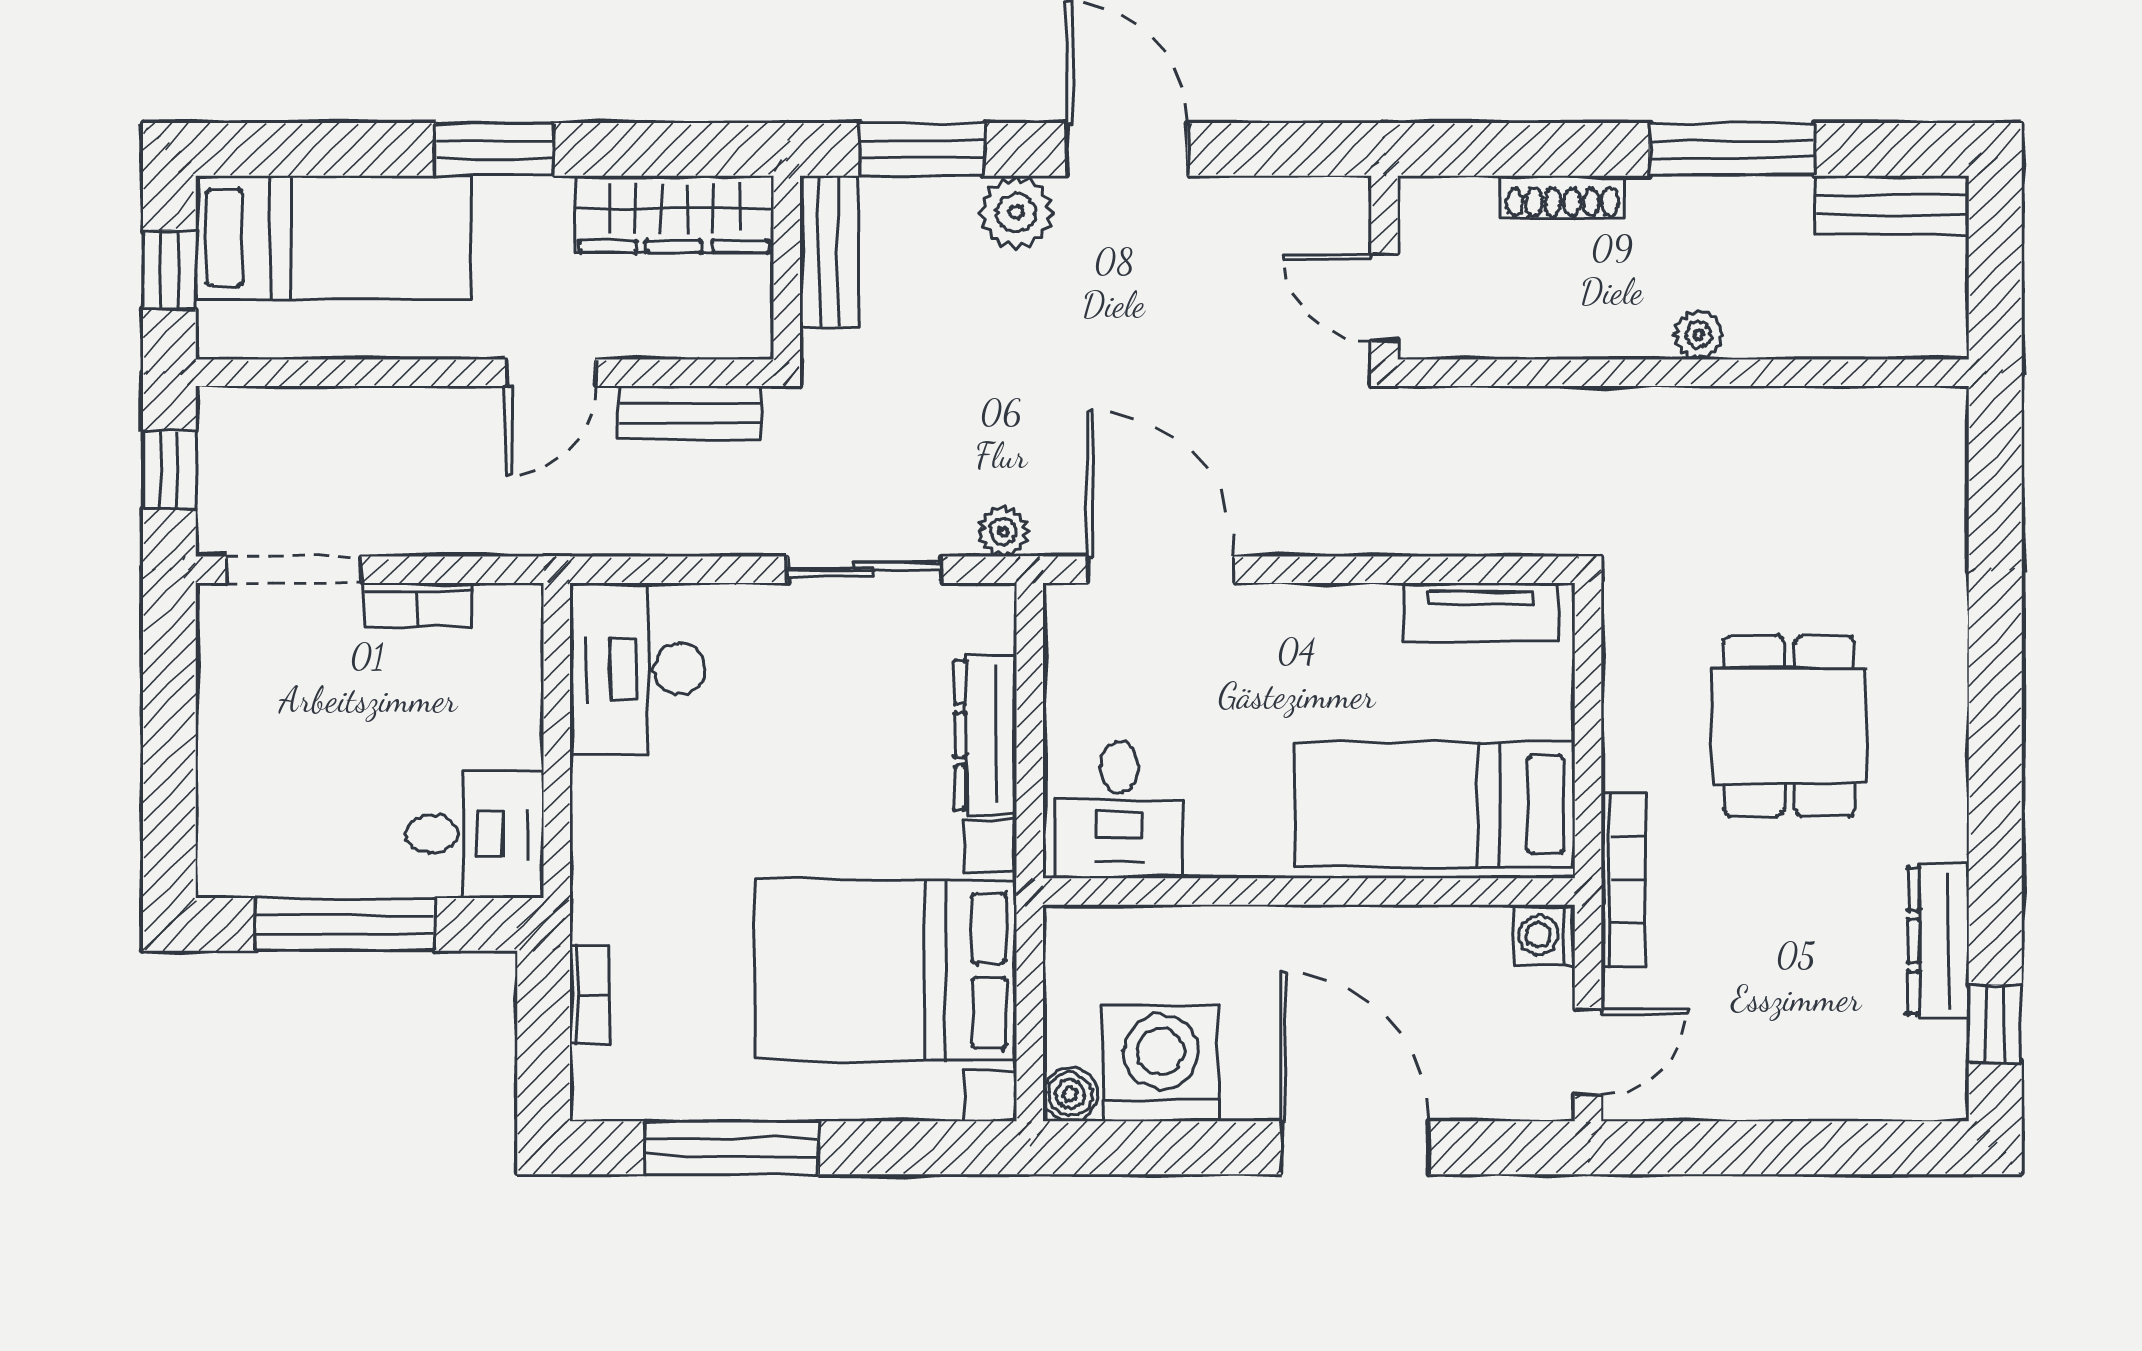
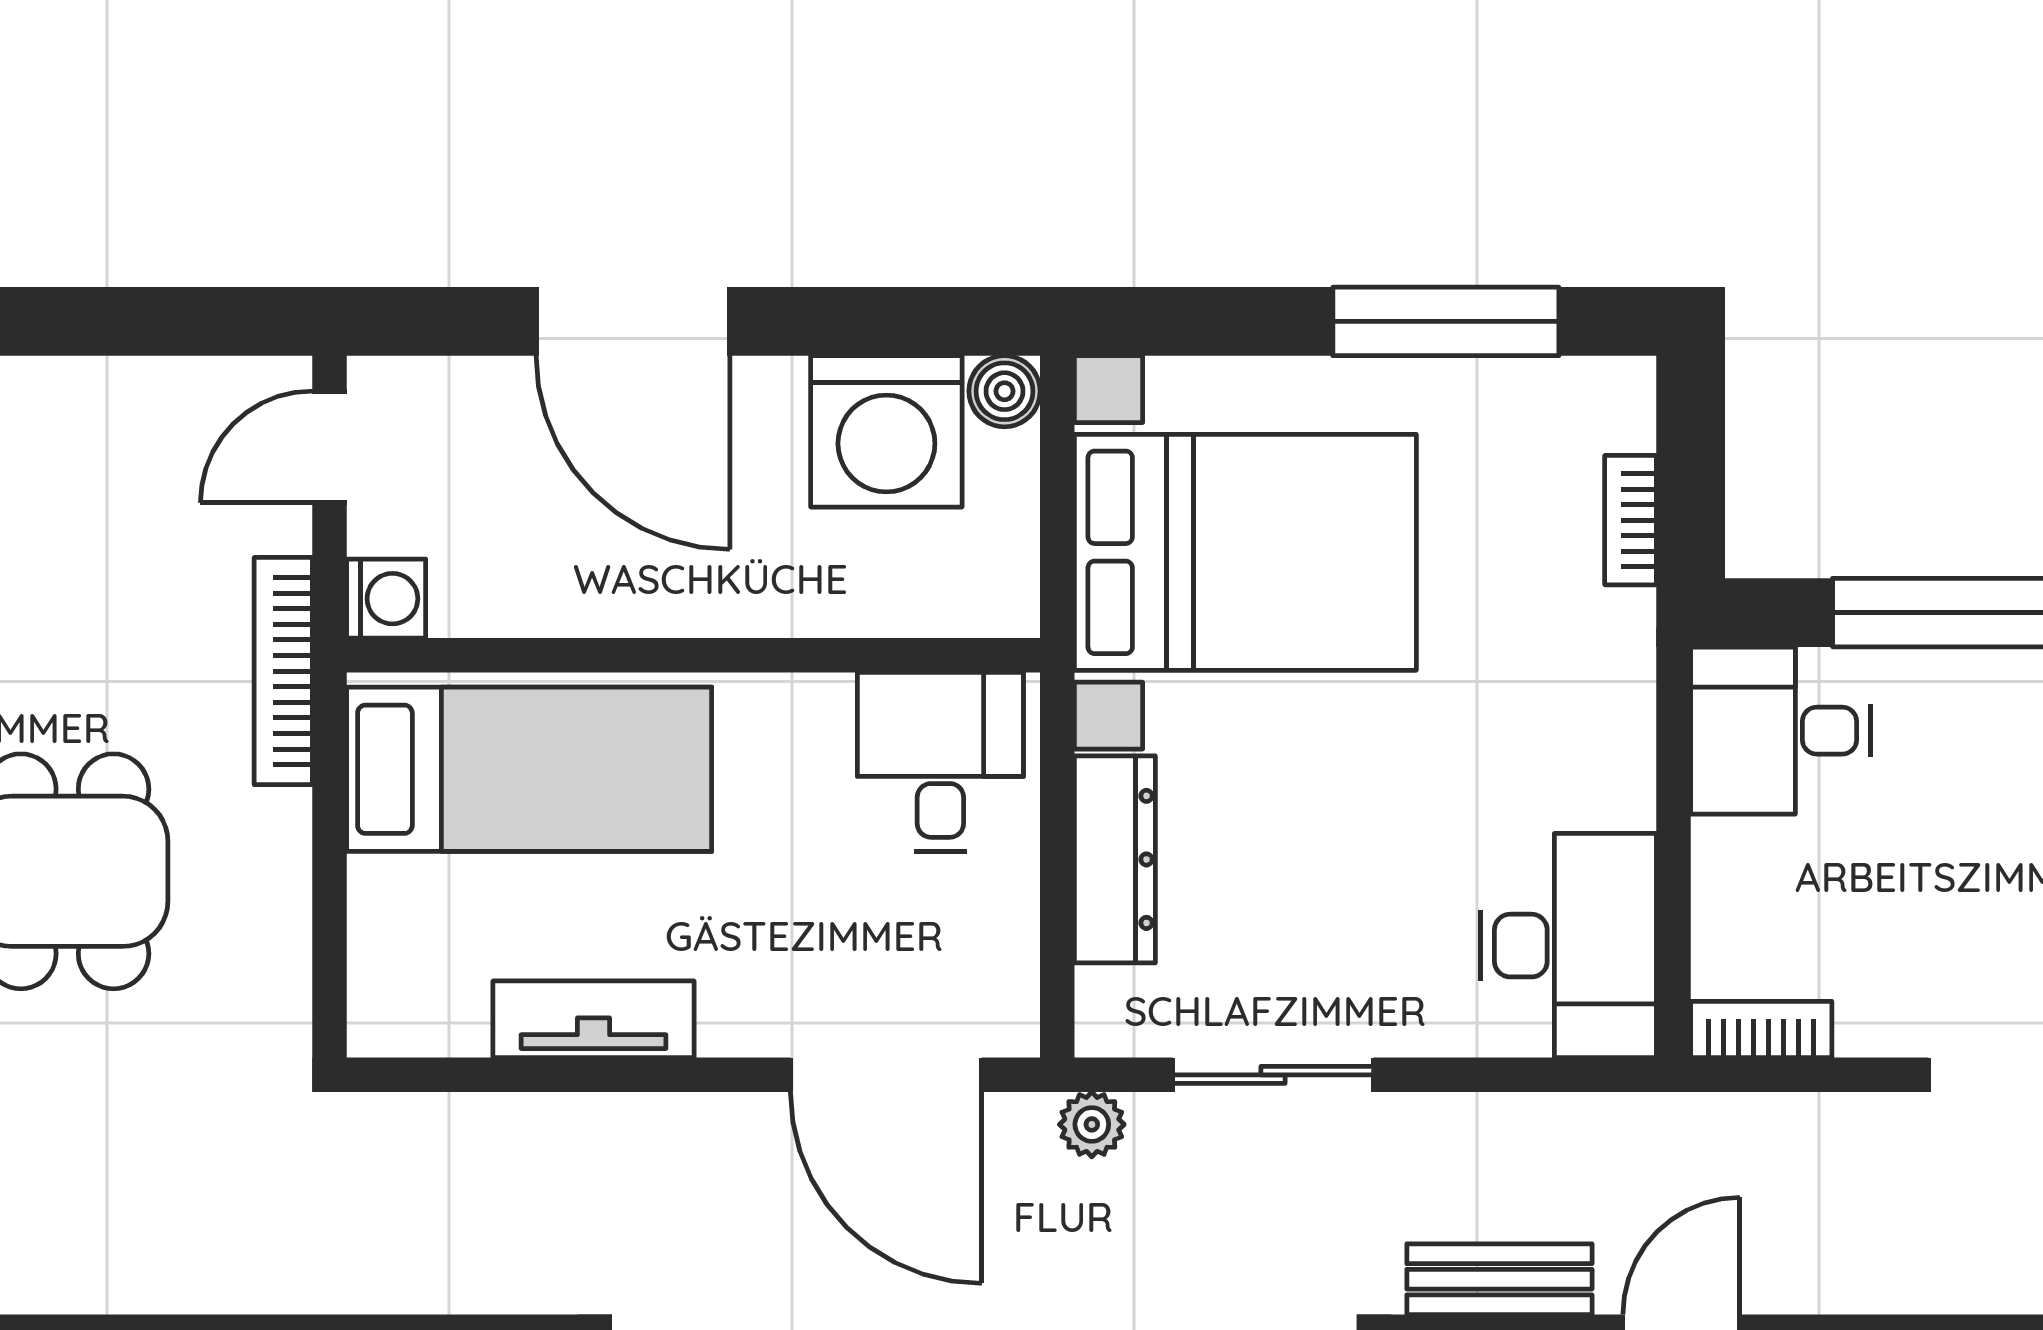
bookcase: (419, 605) -> (1761, 1030), moved
tv unit: (1481, 612) -> (594, 1019), moved

